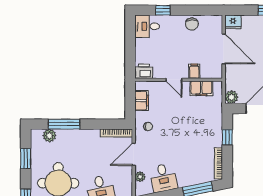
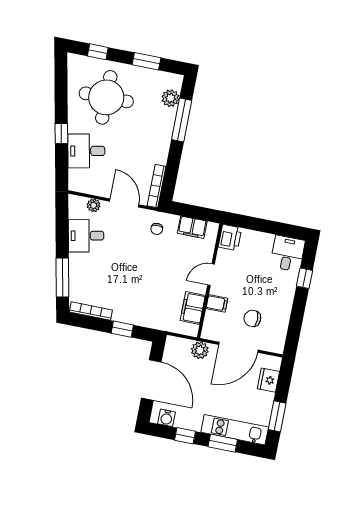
fridge: (233, 22) -> (268, 380), moved
chair: (192, 24) -> (252, 318), moved
plant: (231, 97) -> (200, 350), moved

